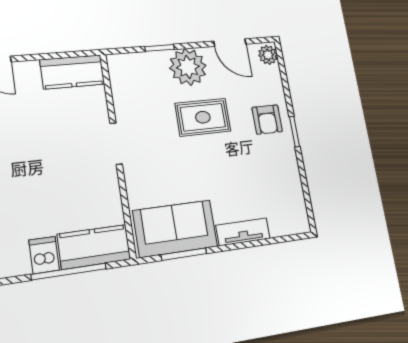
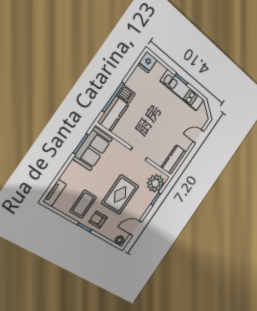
plant: (188, 67) -> (155, 183), moved
rug: (203, 117) -> (120, 195), width x1.36, depth x1.43
coffee table: (265, 165) -> (83, 204), added
tv unit: (243, 232) -> (55, 193), moved

